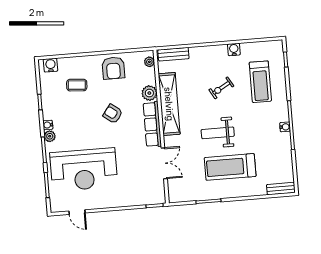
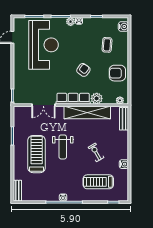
weight bench: (218, 133) -> (63, 147), turned 180
reception desk: (84, 170) -> (44, 45), turned 180

